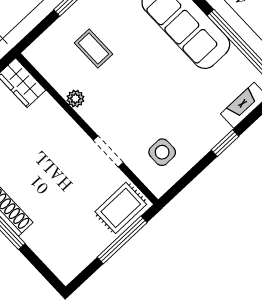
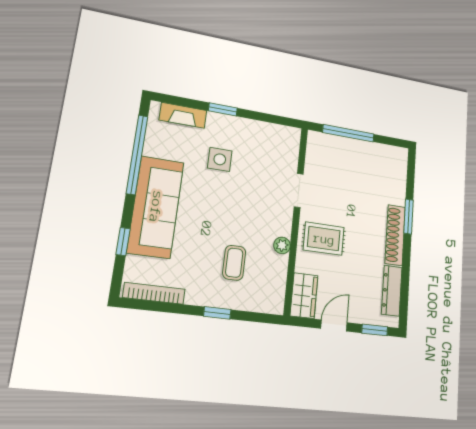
side table: (162, 152) -> (220, 159), moved
rug: (121, 208) -> (324, 239), moved

